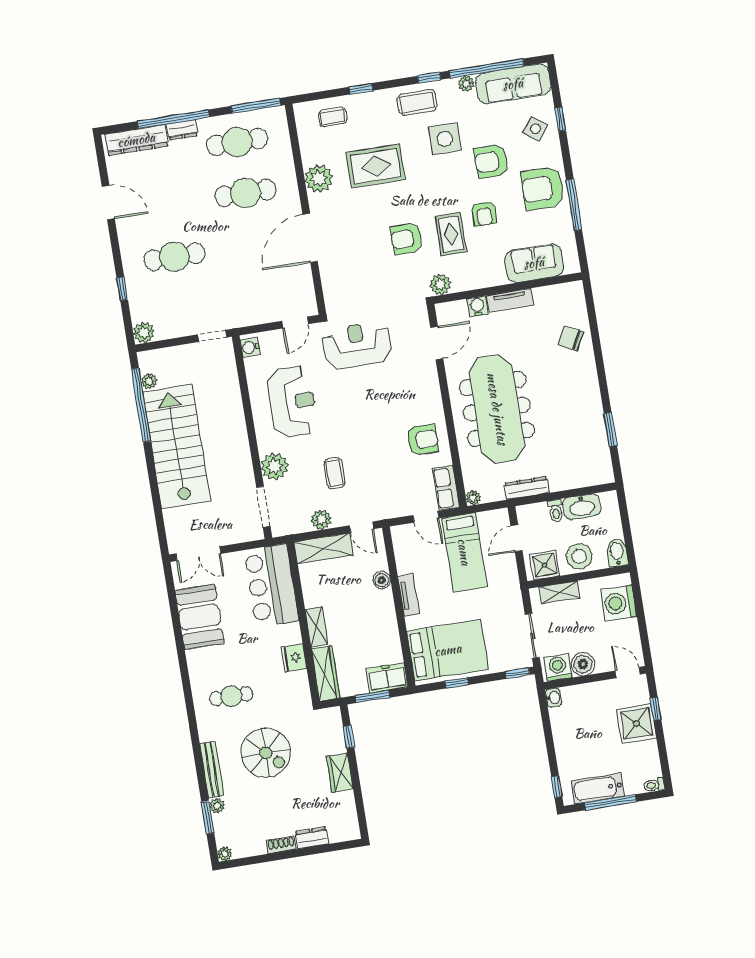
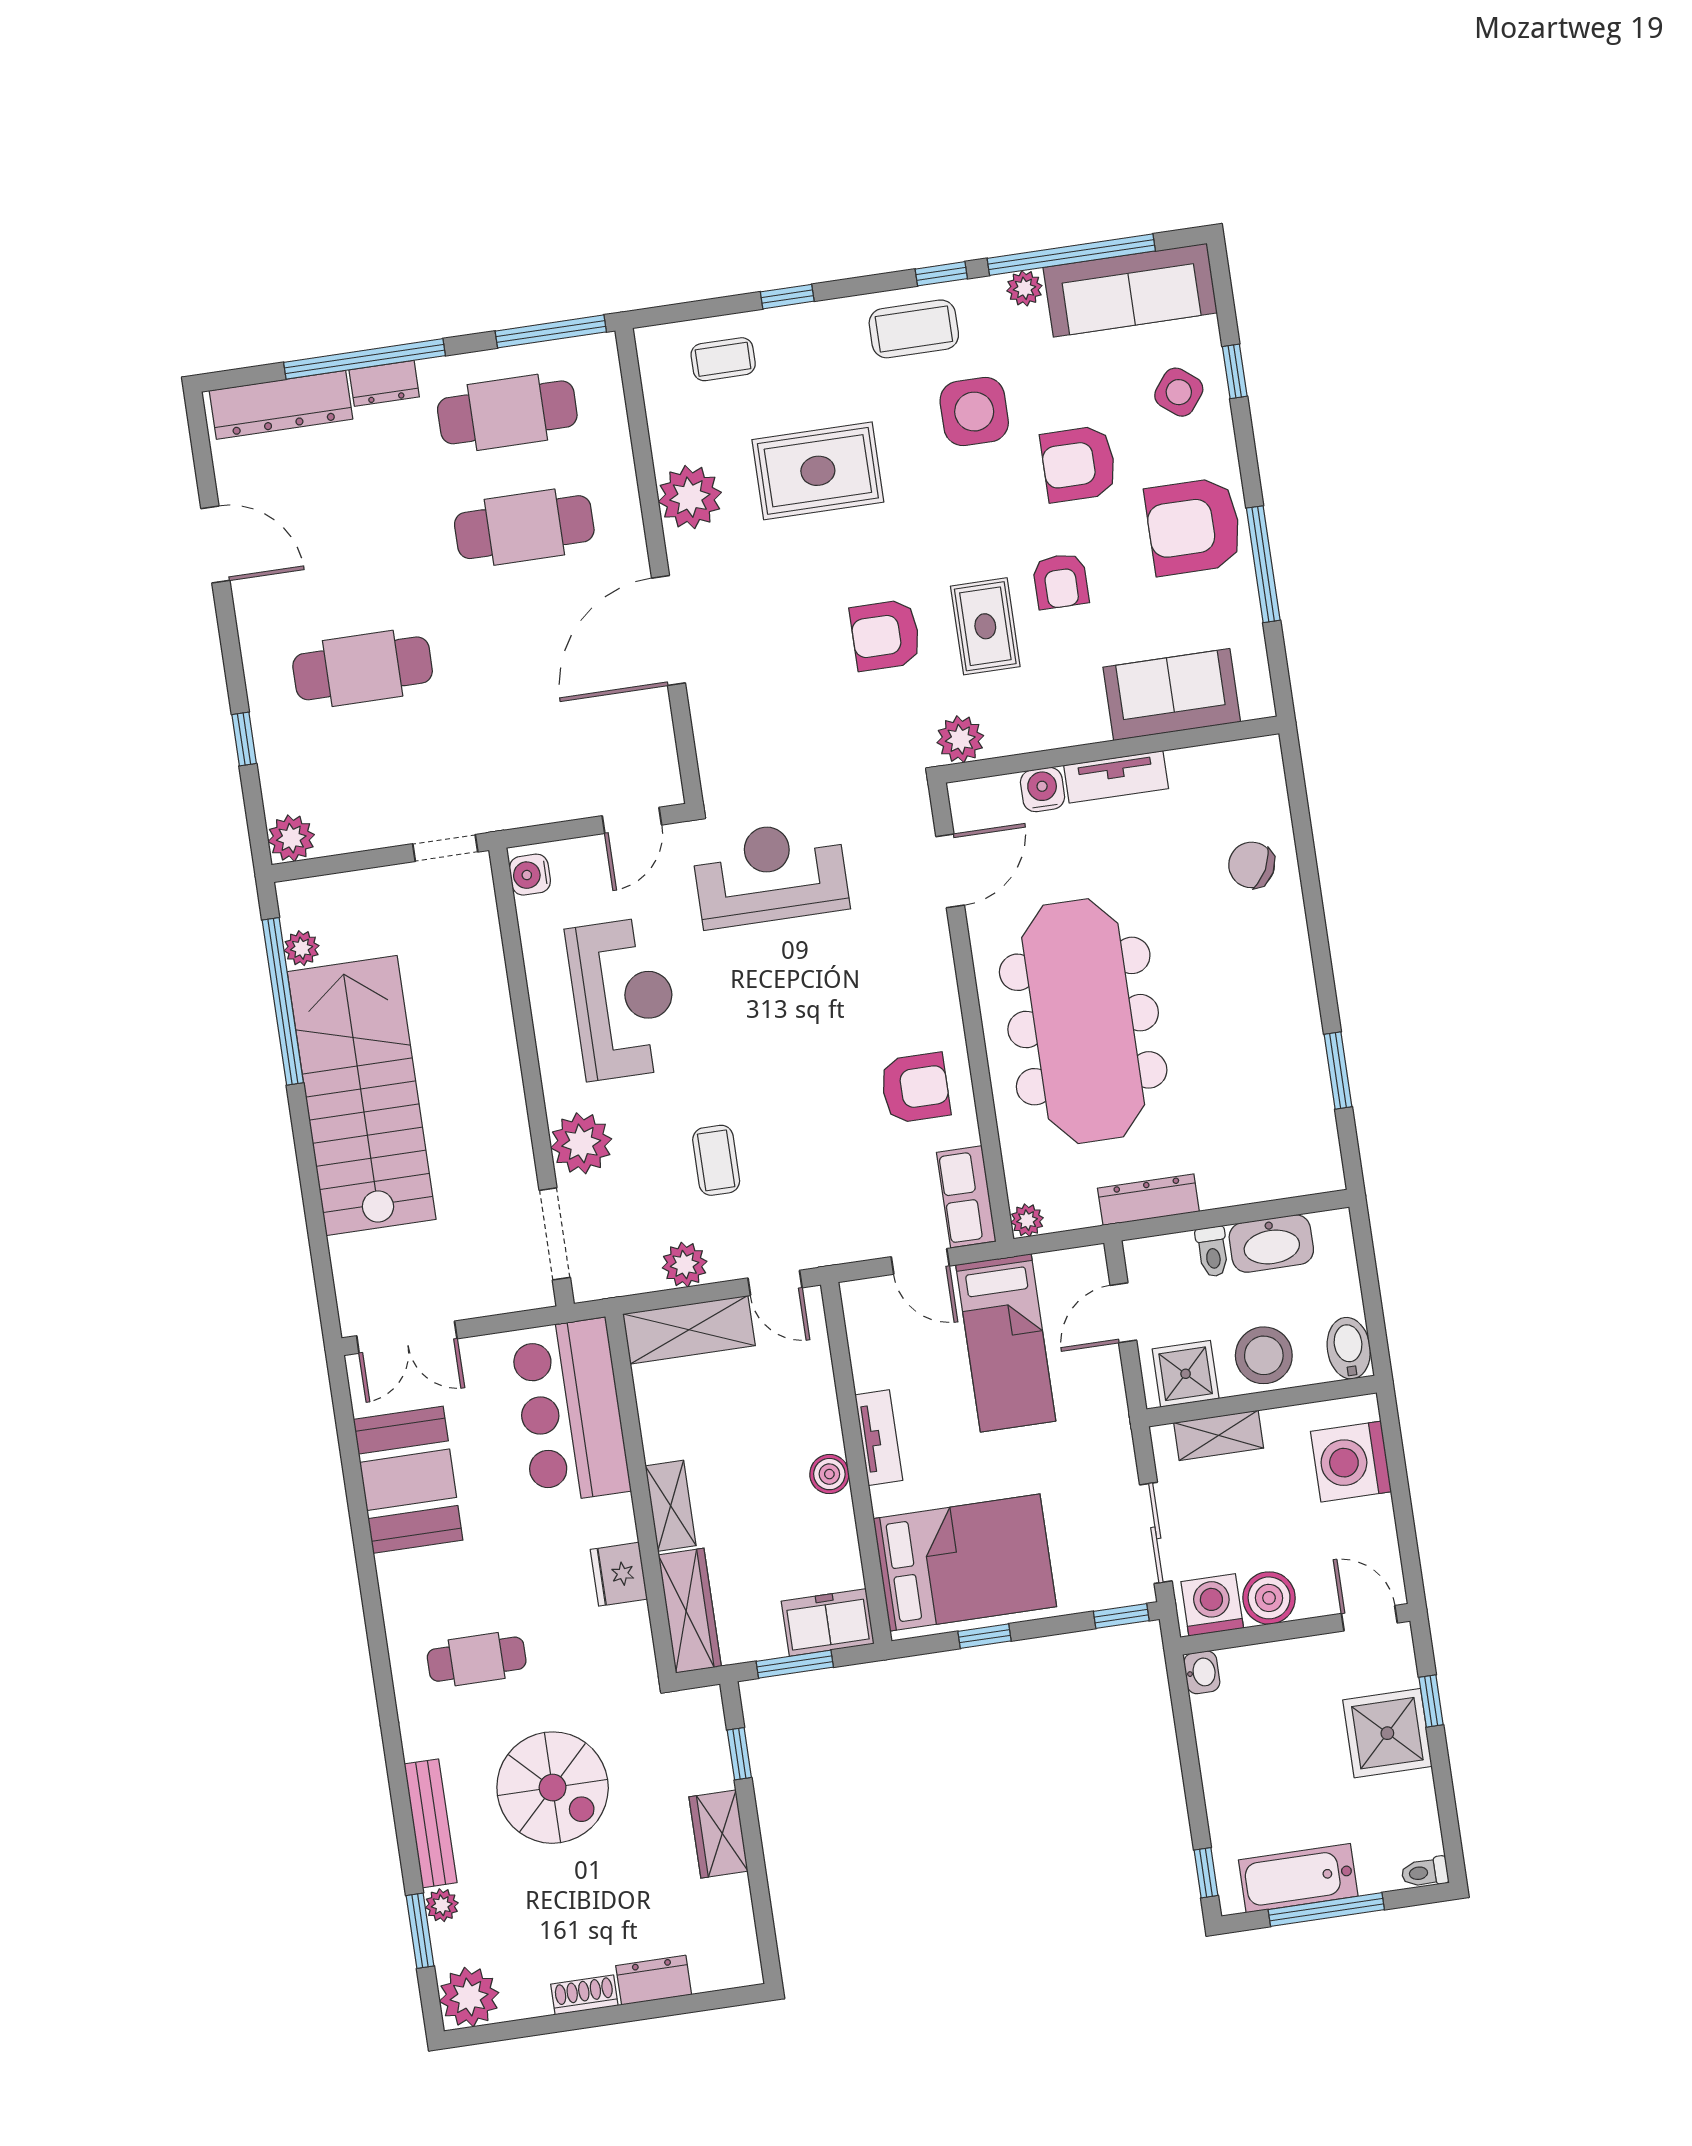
boiler: (382, 580) -> (829, 1474), moved
plant: (225, 854) -> (469, 1997), width x1.88, depth x1.88

